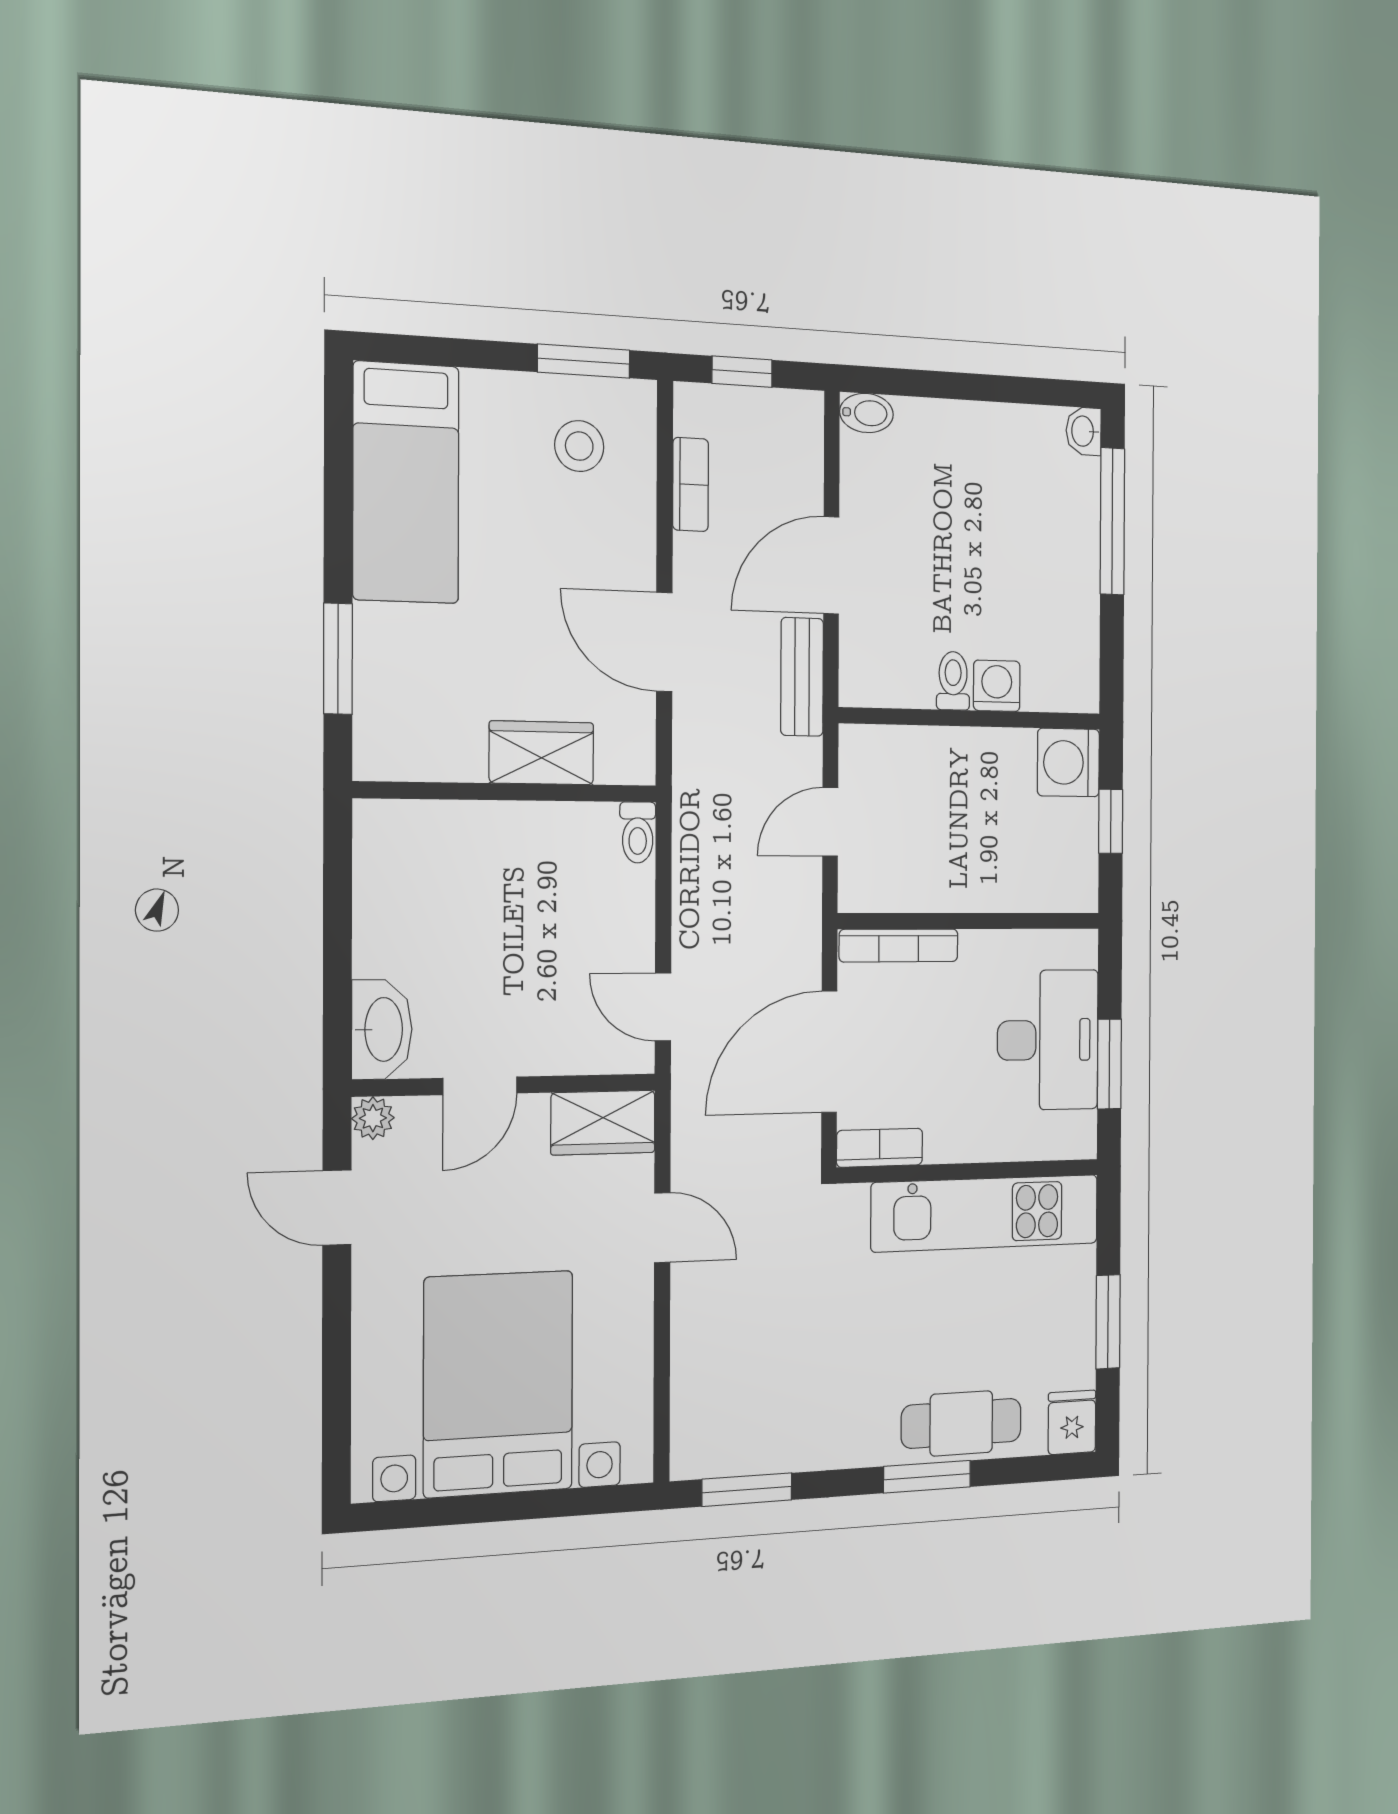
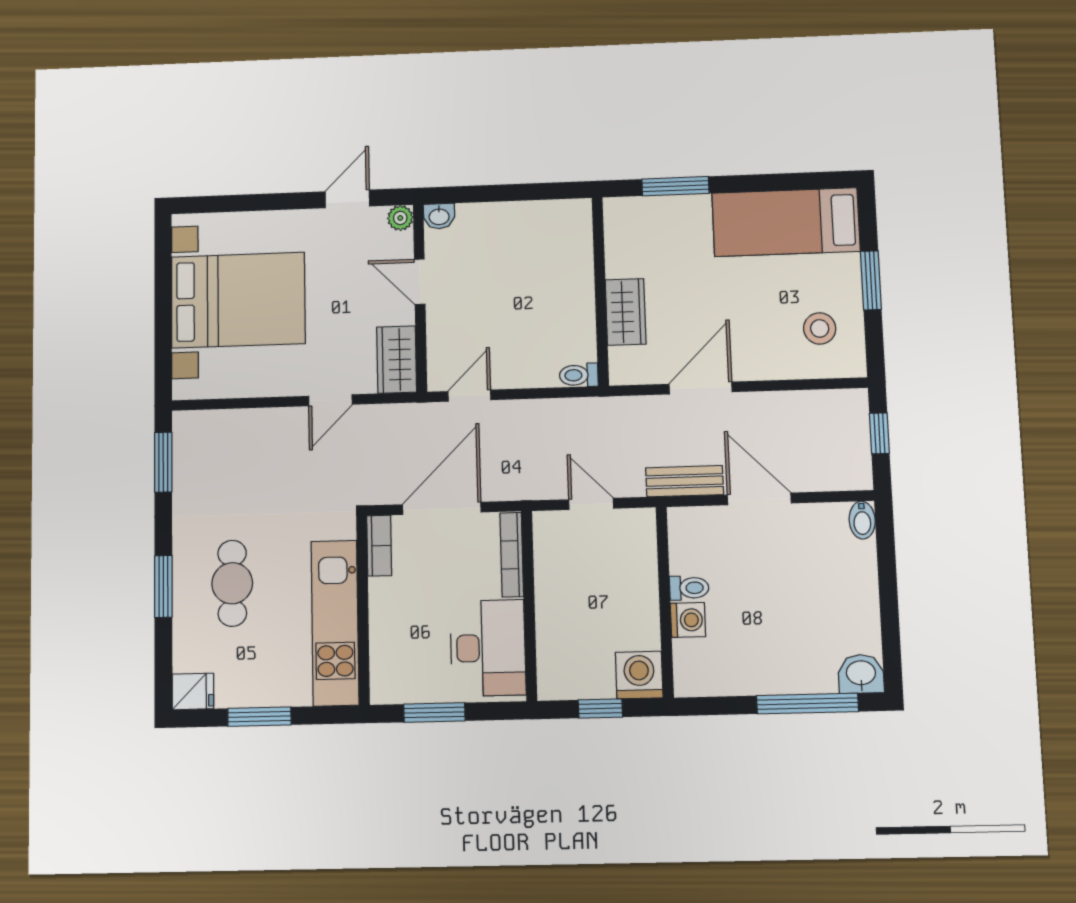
window: (584, 361) -> (871, 280), moved
washbasin: (1084, 431) -> (861, 674), width x1.38, depth x1.45
bookcase: (691, 484) -> (803, 402), removed
washbasin: (382, 1029) -> (439, 216), width x0.52, depth x0.69
desk: (1048, 1040) -> (488, 648), moved, turned -90
door: (829, 1052) -> (442, 508), hinge flipped
cafe table: (961, 1423) -> (232, 583), moved

